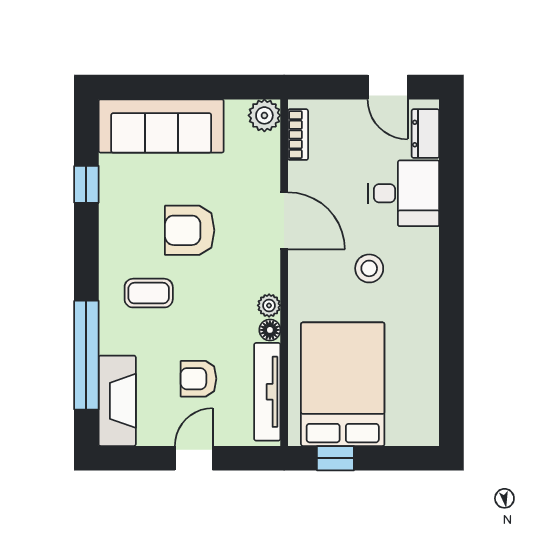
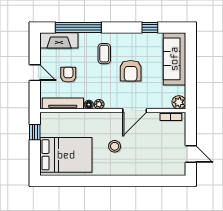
door: (388, 87) -> (191, 154), swing flipped
dresser: (425, 134) -> (171, 170), removed
desk: (404, 193) -> (146, 161), removed
armchair: (190, 230) -> (131, 71), turned 180
bed: (343, 384) -> (66, 155), moved

